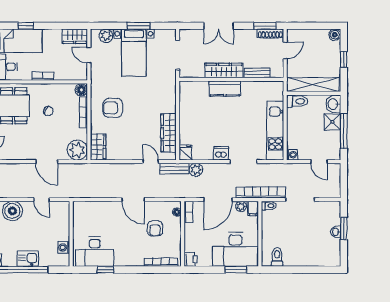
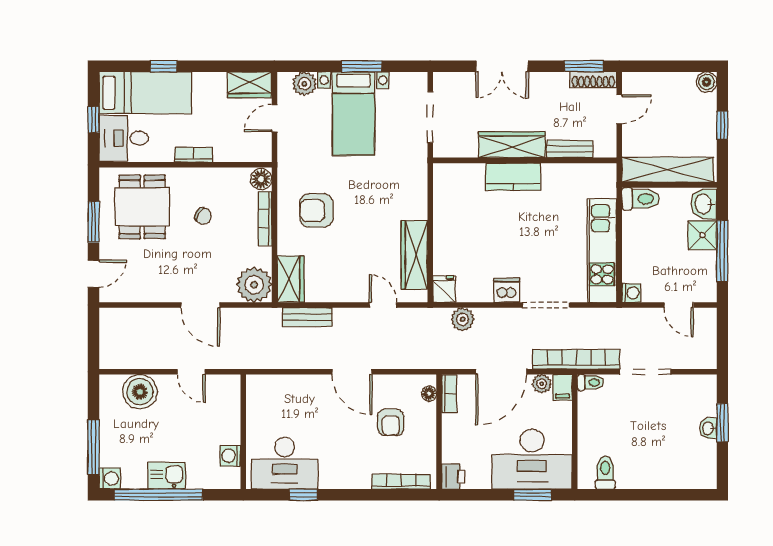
door: (89, 55) -> (274, 118), hinge flipped
bench: (174, 169) -> (307, 317), moved

